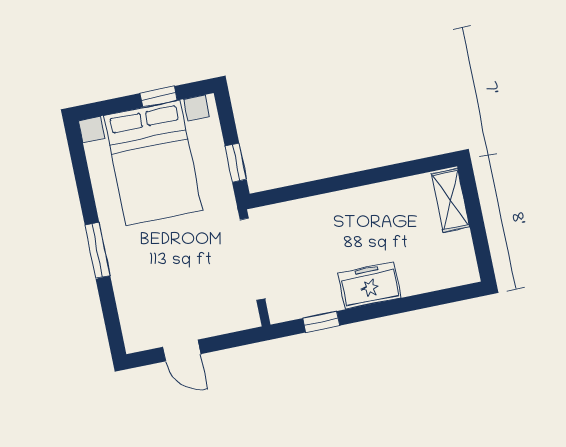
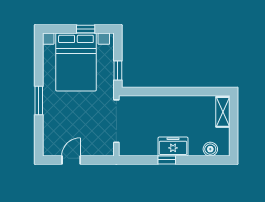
boiler: (441, 276) -> (210, 149), added
window: (321, 322) -> (167, 160), moved
door: (182, 350) -> (71, 160), swing flipped

